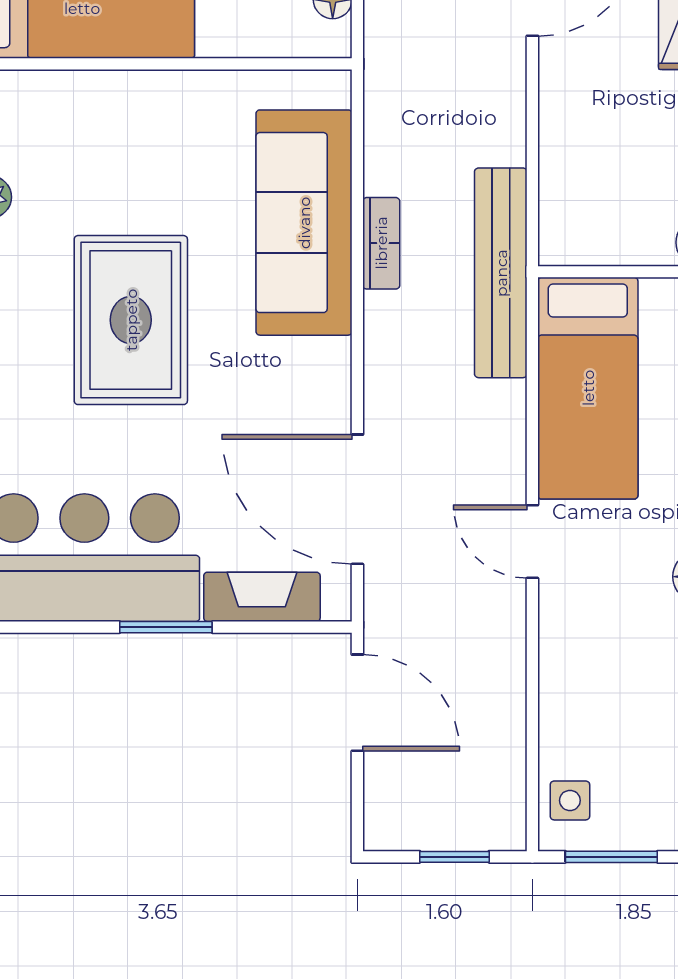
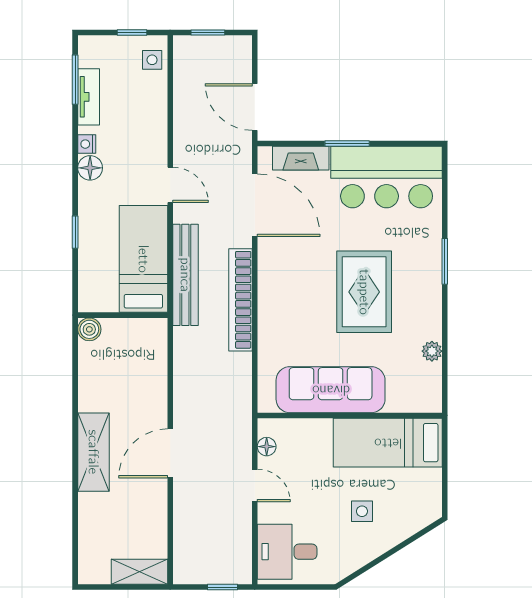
sofa: (304, 223) -> (331, 390), moved, turned -90
bookcase: (381, 243) -> (240, 300), width x2.31, depth x1.31
bench: (501, 273) -> (185, 275), moved
window: (611, 857) -> (132, 33), width x0.67

